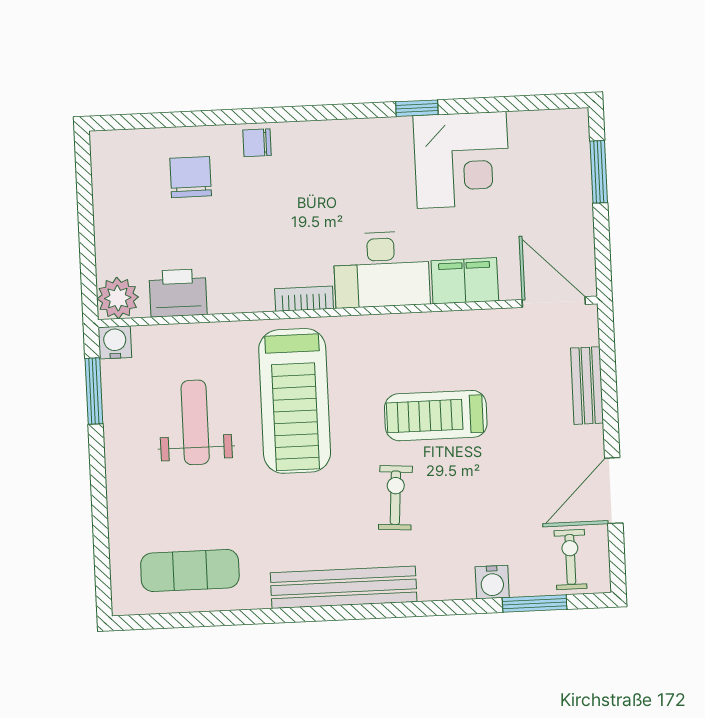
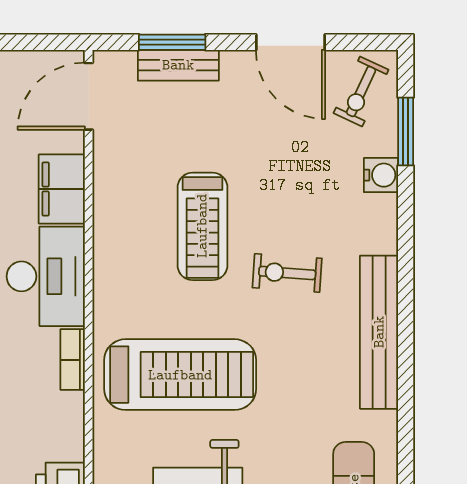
window: (609, 379) -> (172, 42), added
exercise bike: (570, 559) -> (361, 91), turned -65

